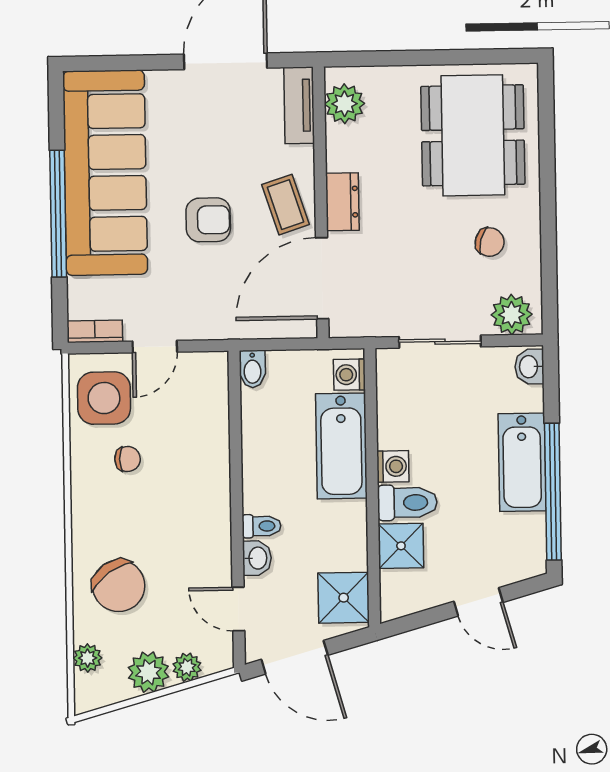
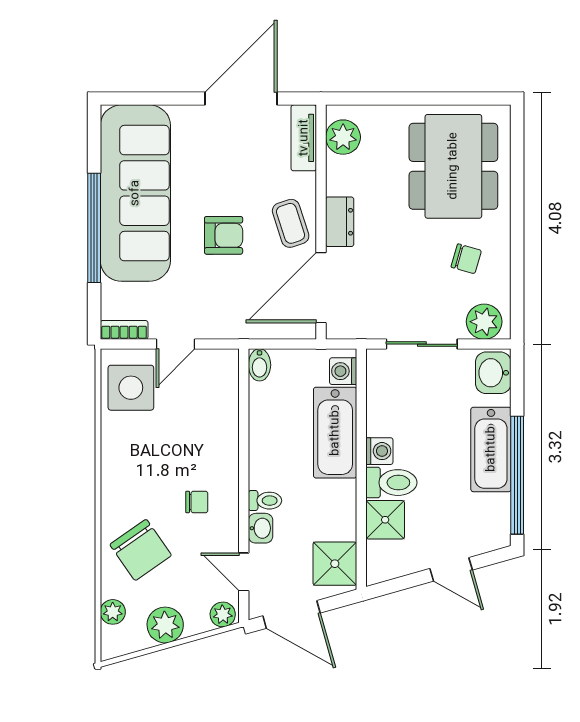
washbasin: (529, 367) -> (493, 373), width x1.38, depth x1.45
chair: (128, 459) -> (197, 502), moved
plant: (187, 667) -> (223, 614), moved

